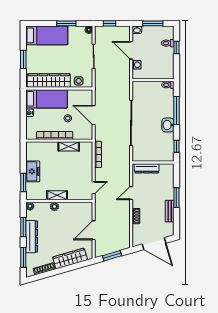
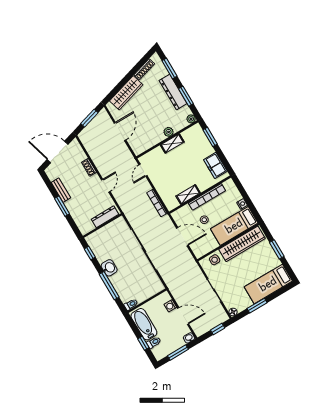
bathtub: (167, 63) -> (144, 324), added
freezer: (33, 171) -> (215, 165), moved

